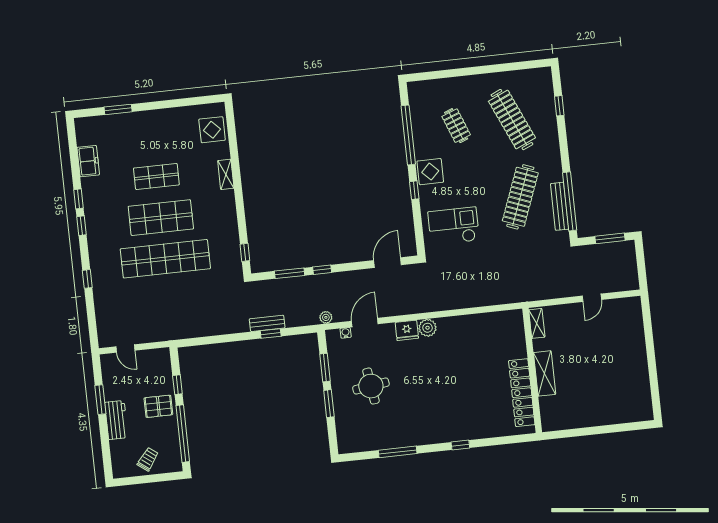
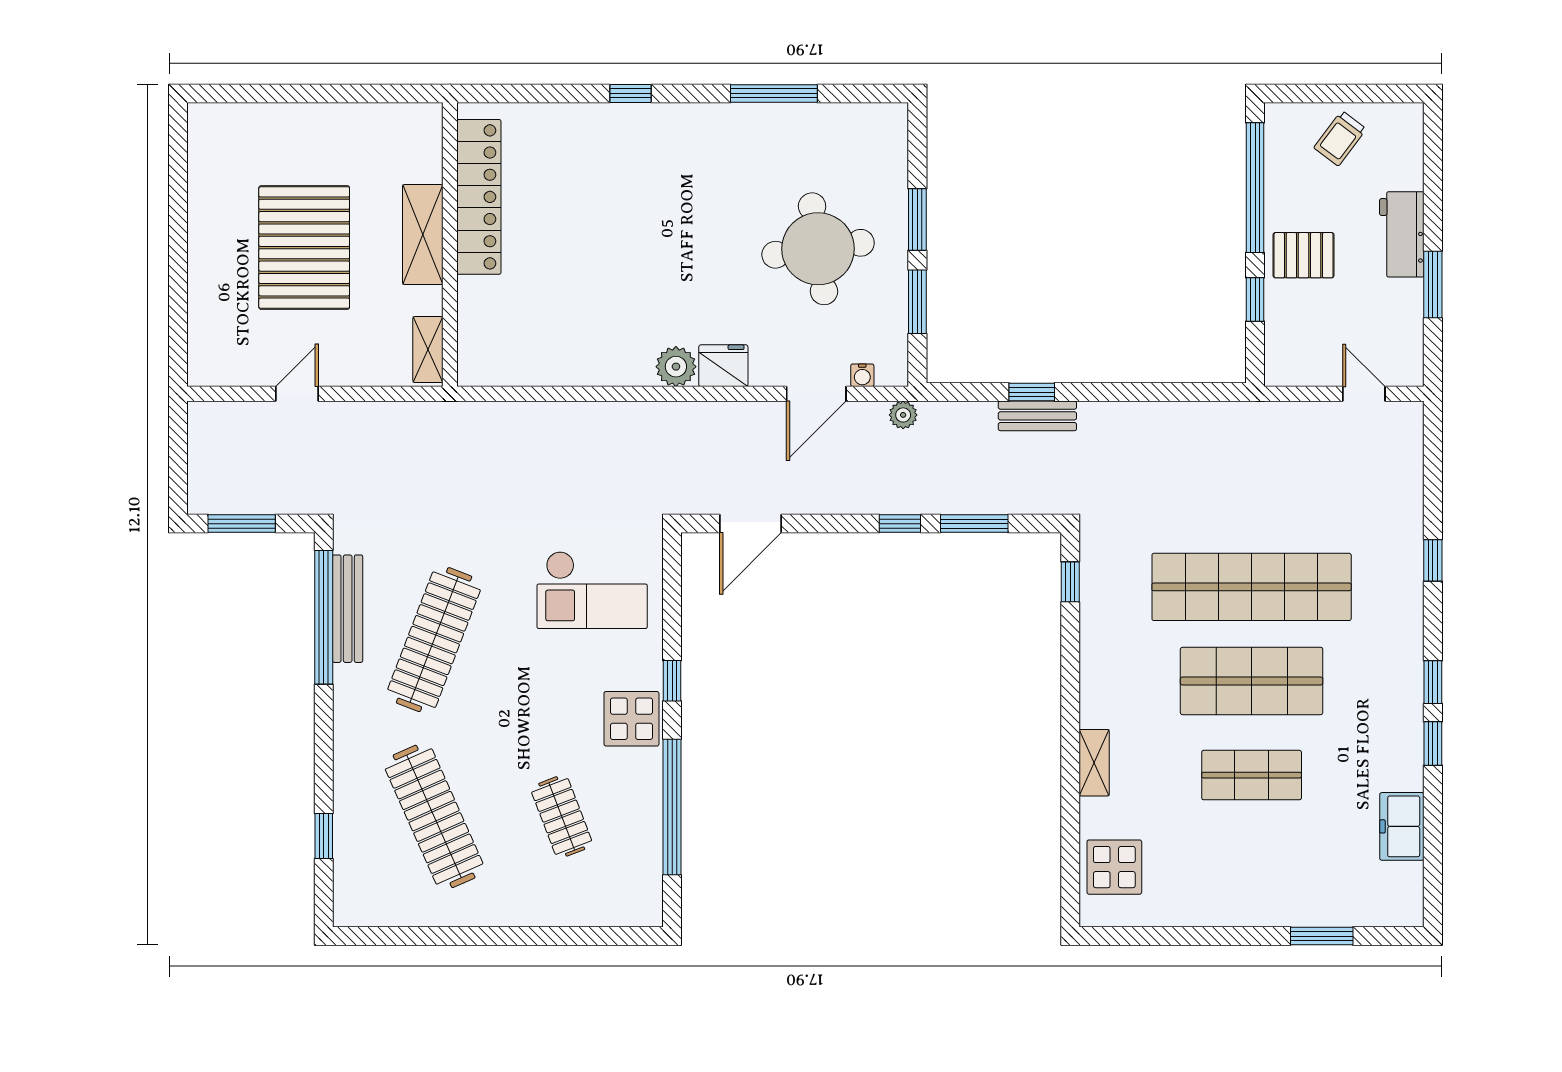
pallet: (596, 362) -> (304, 248), added
round table: (371, 386) -> (818, 249), width x1.36, depth x1.36

